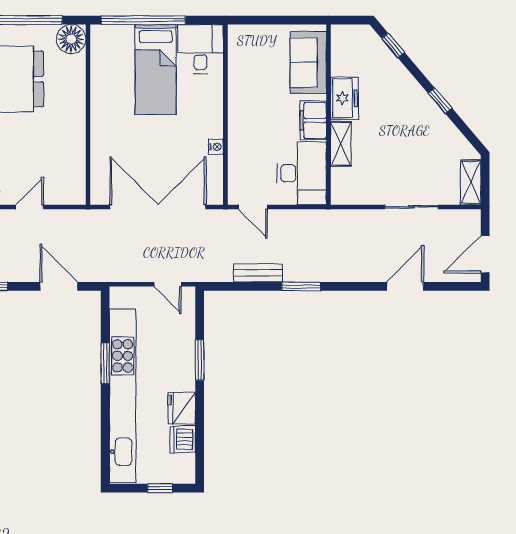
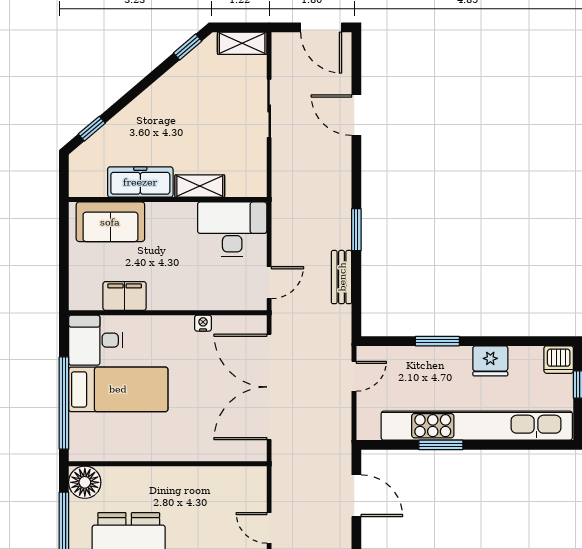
freezer: (344, 98) -> (140, 182), width x1.40
window: (440, 101) -> (188, 47), moved
filing cabinet: (313, 120) -> (125, 296), moved, turned 180
door: (59, 286) -> (356, 496), swing flipped
dishwasher: (183, 439) -> (559, 360), moved

